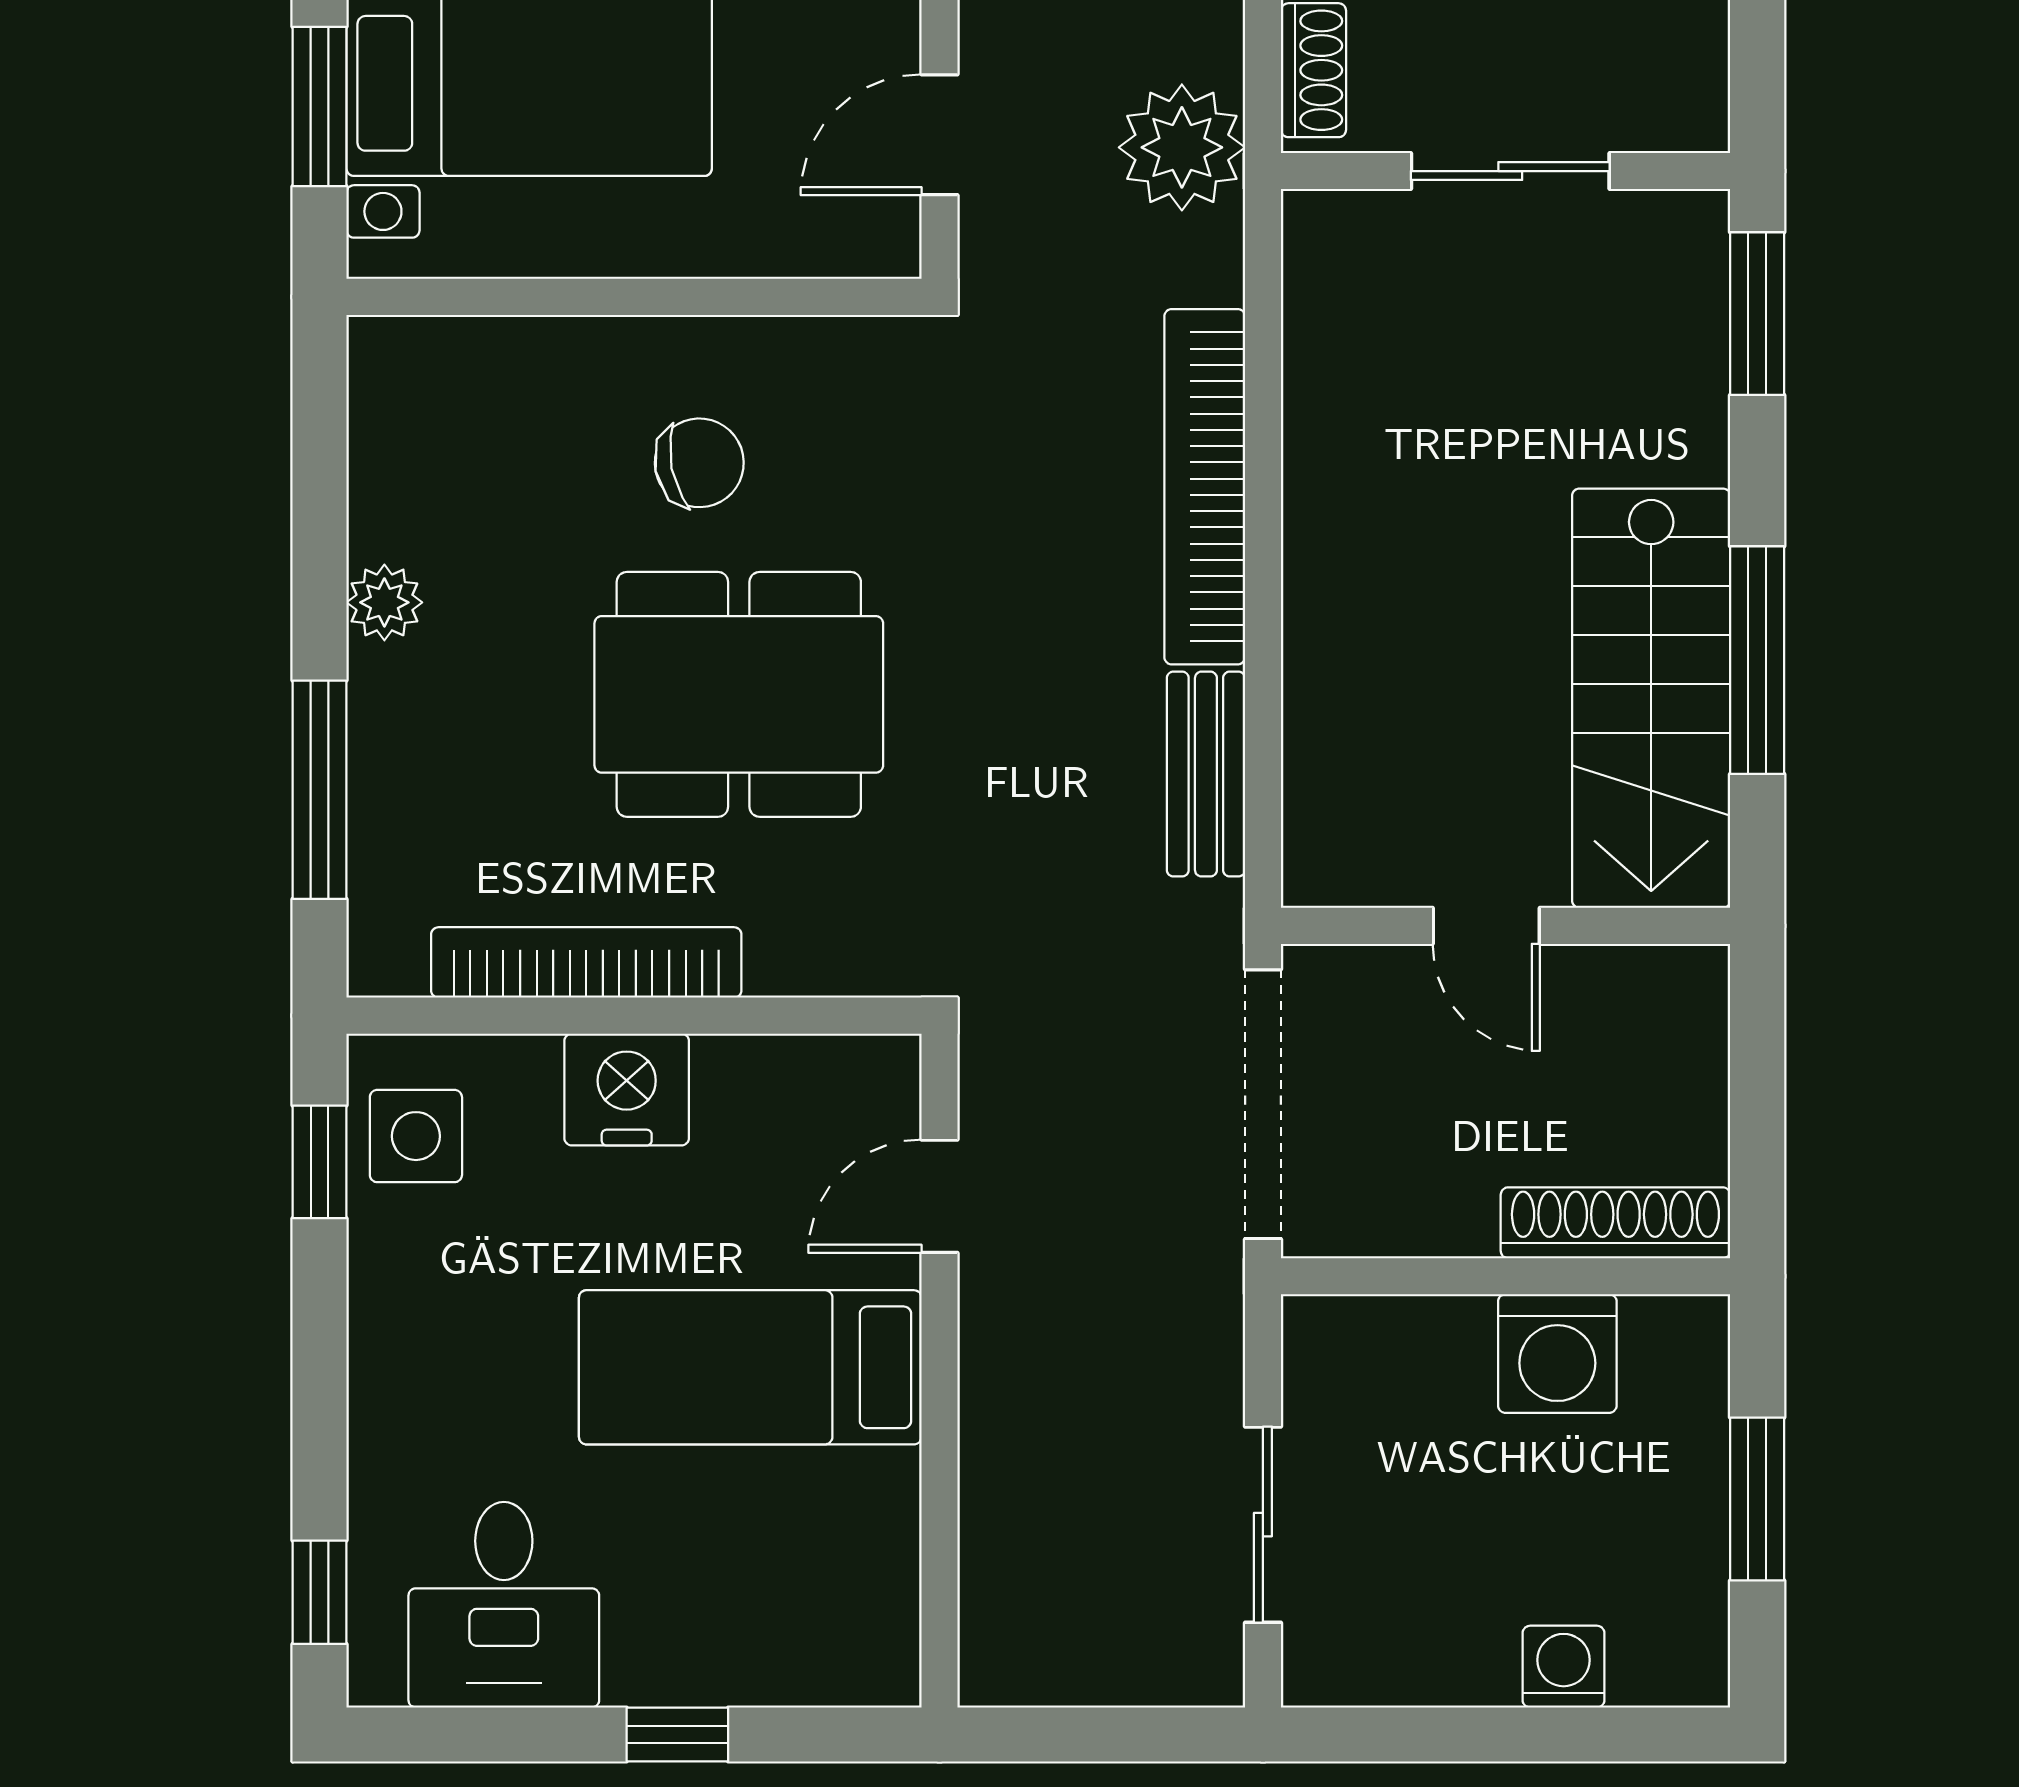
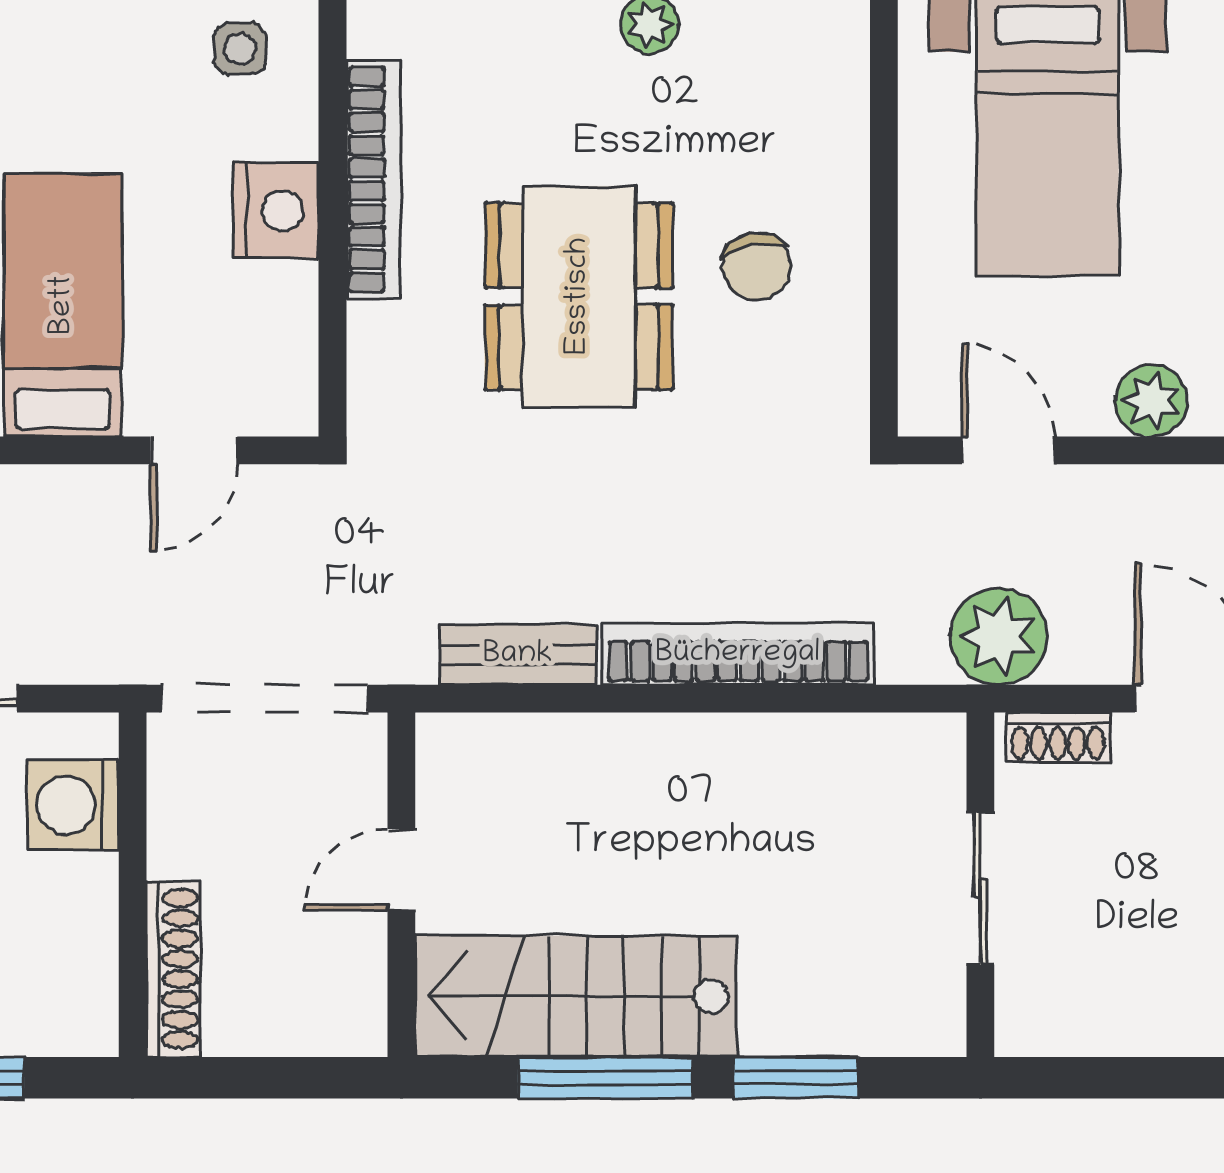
window: (1757, 314) -> (796, 1078), moved
side table: (416, 1136) -> (240, 49), width x0.73, depth x0.73
door: (939, 1196) -> (194, 450), swing flipped
washing machine: (1557, 1354) -> (73, 805), moved

